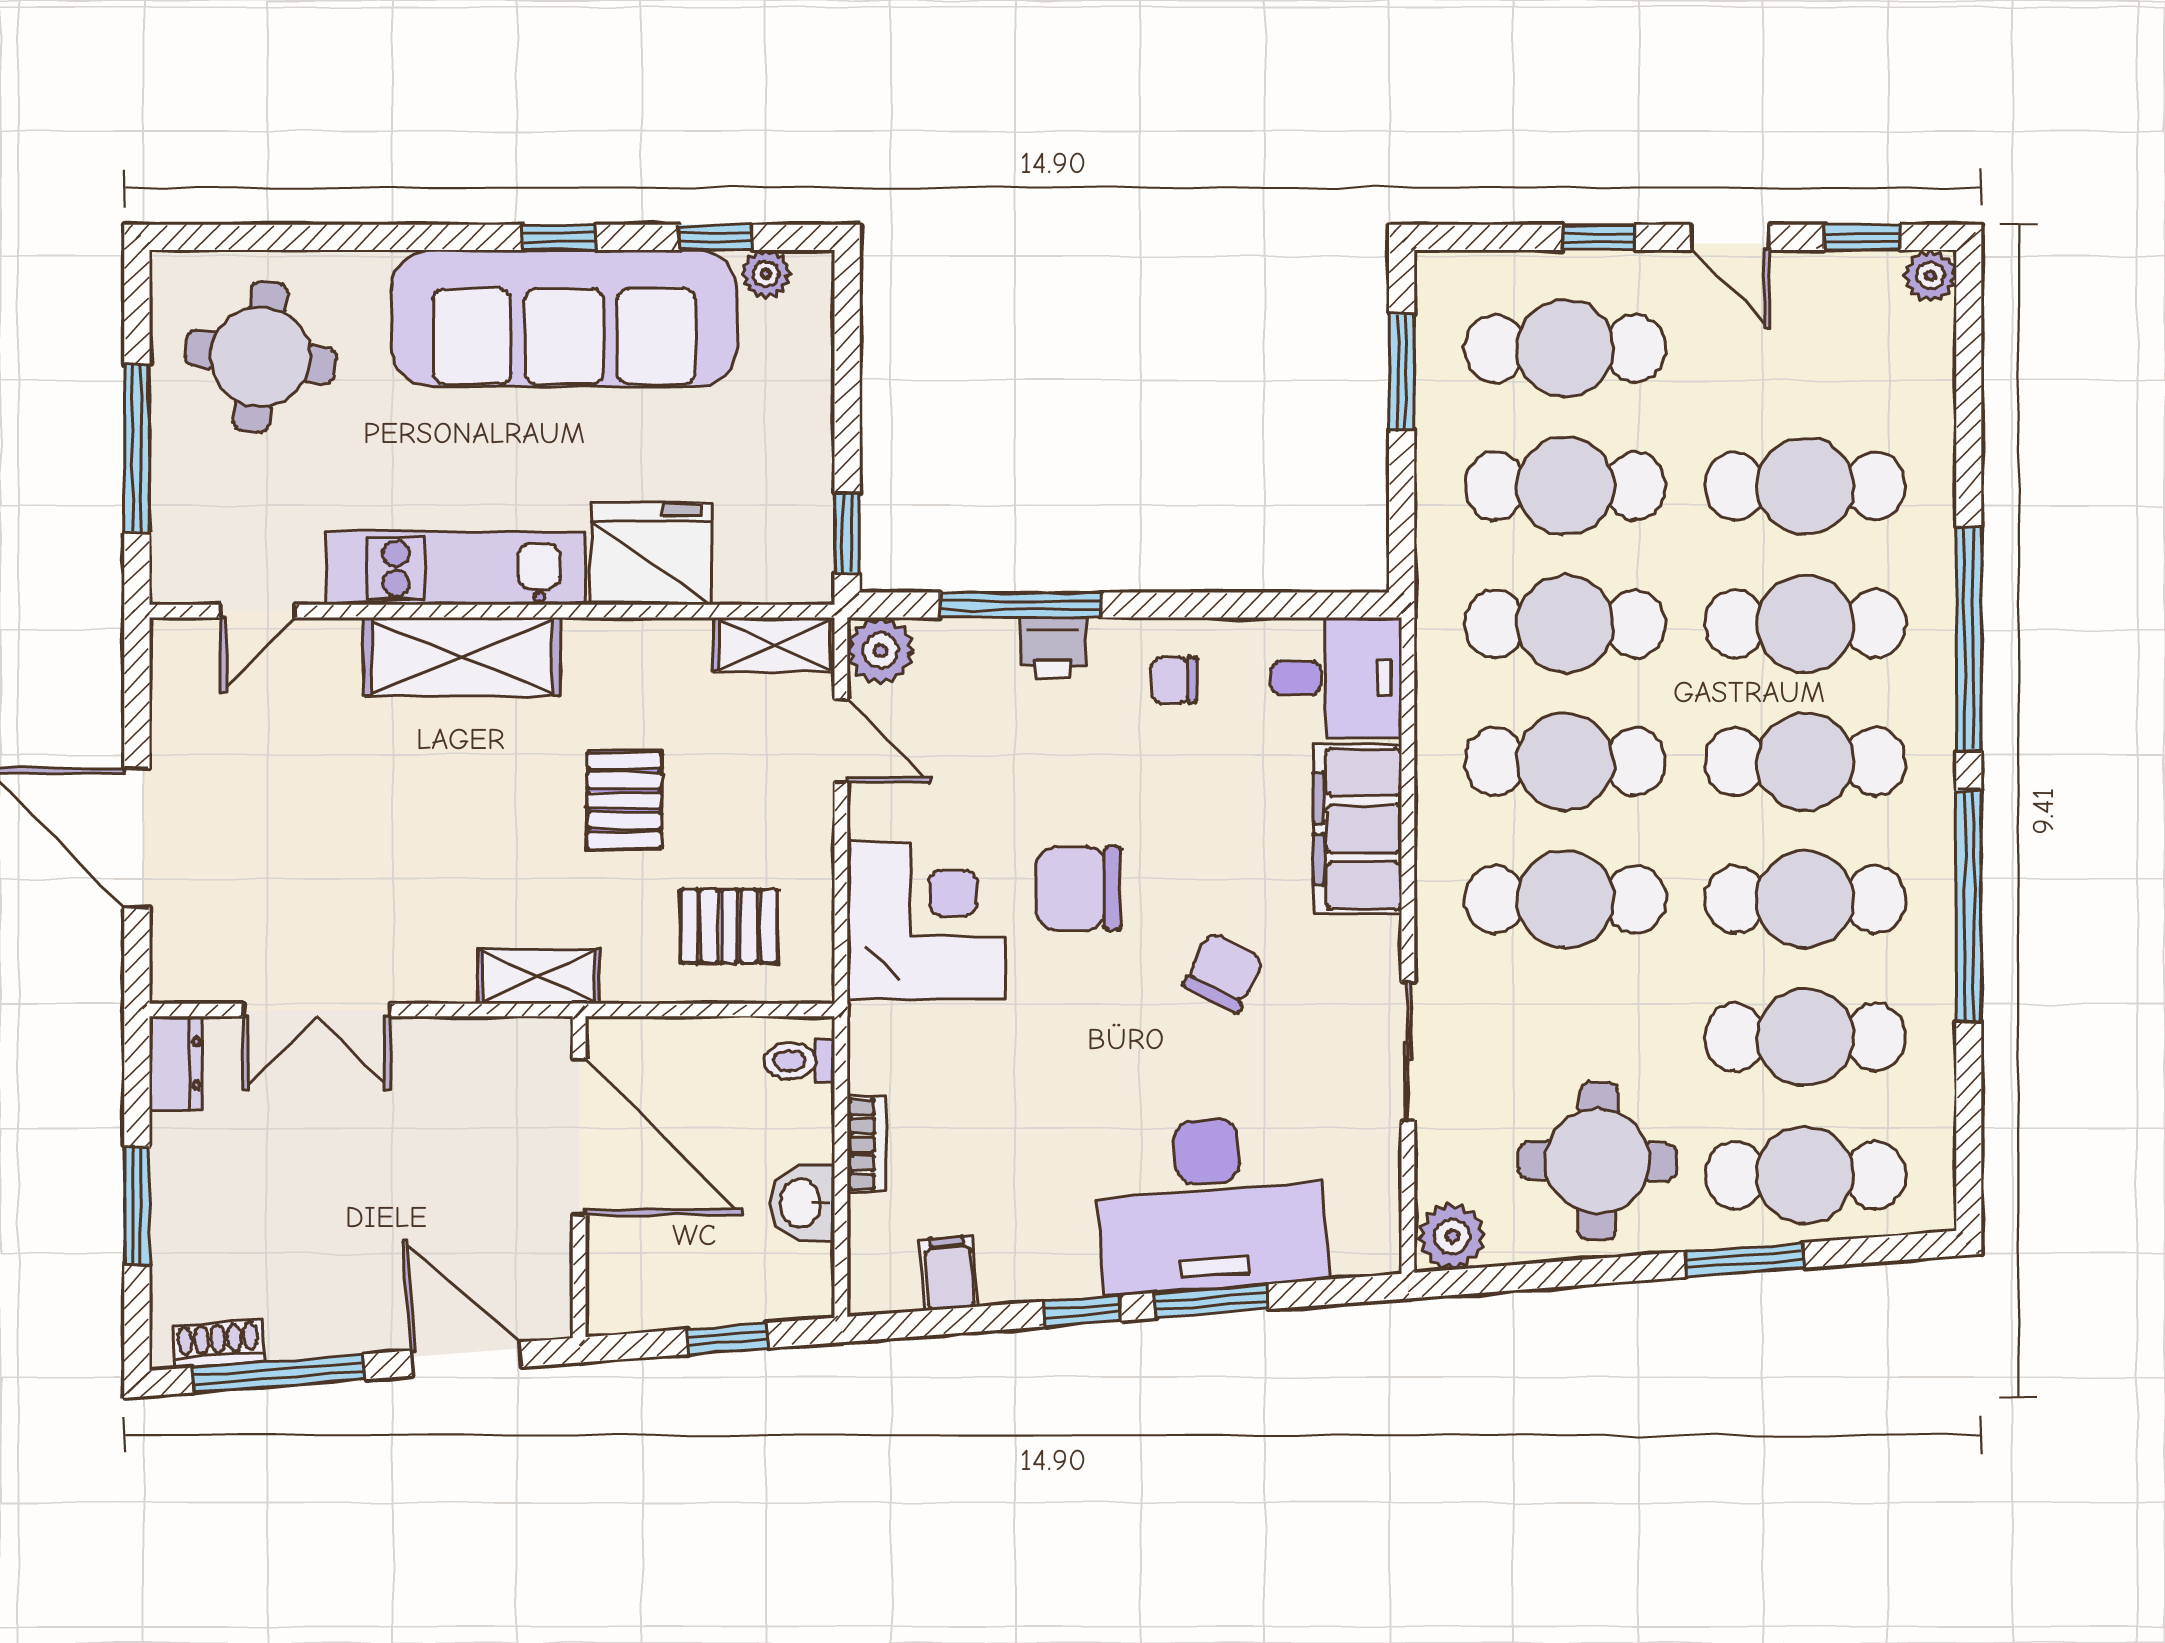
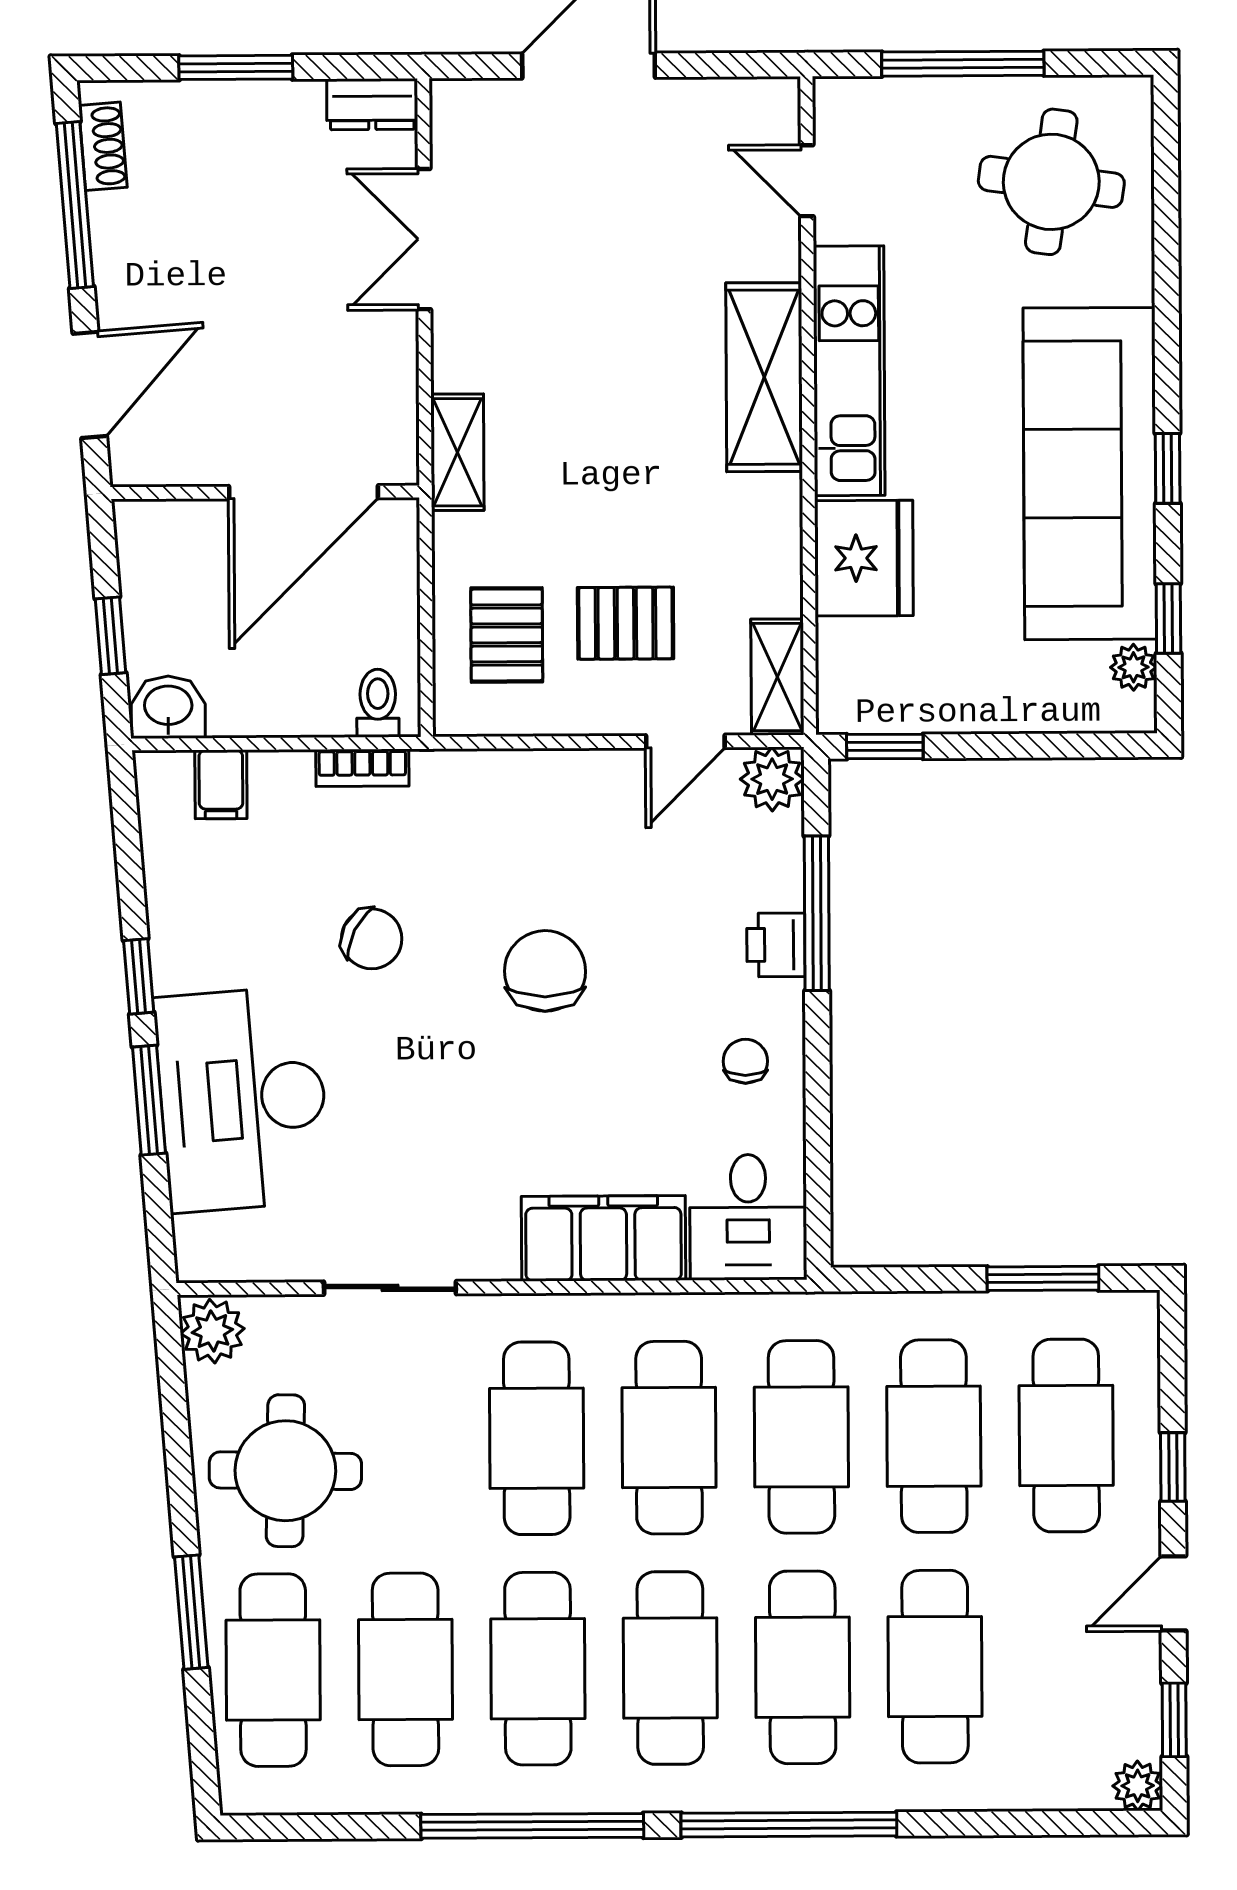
pallet: (624, 800) -> (626, 623), moved
corner desk: (926, 920) -> (514, 824), removed
chair: (1224, 972) -> (372, 939), moved
bookcase: (866, 1144) -> (362, 768), moved
washbasin: (802, 1203) -> (168, 707), moved
filing cabinet: (949, 1273) -> (221, 784), moved, turned 94

